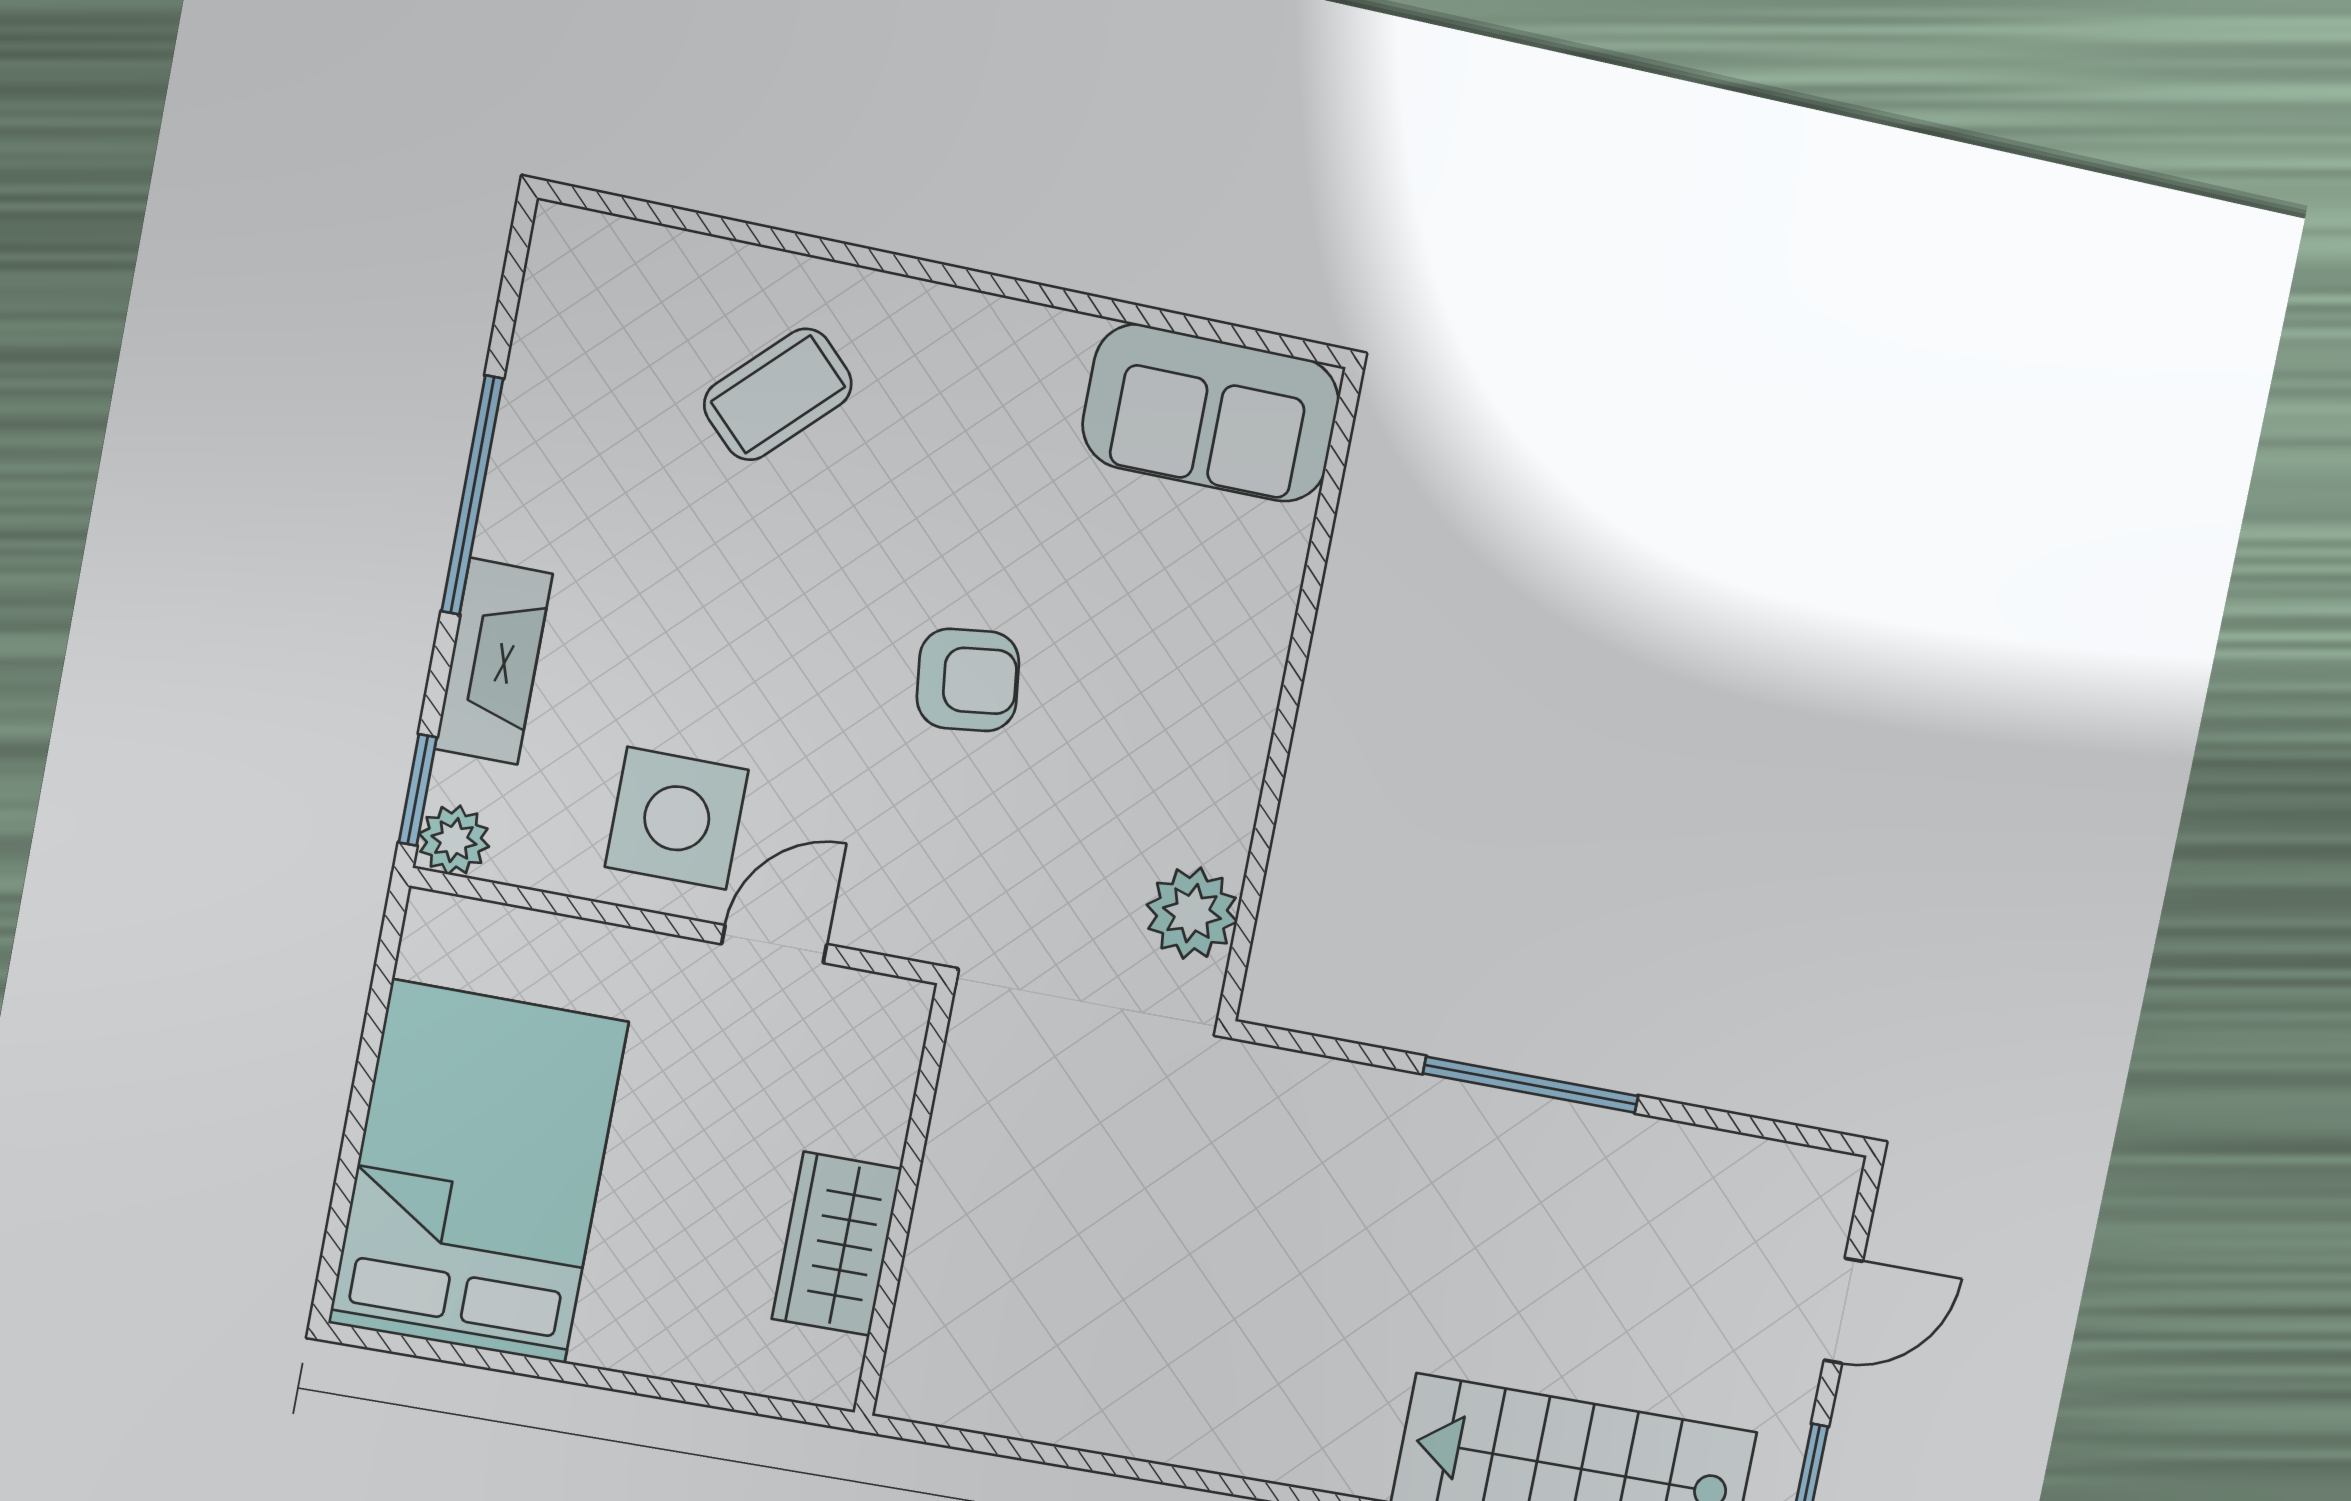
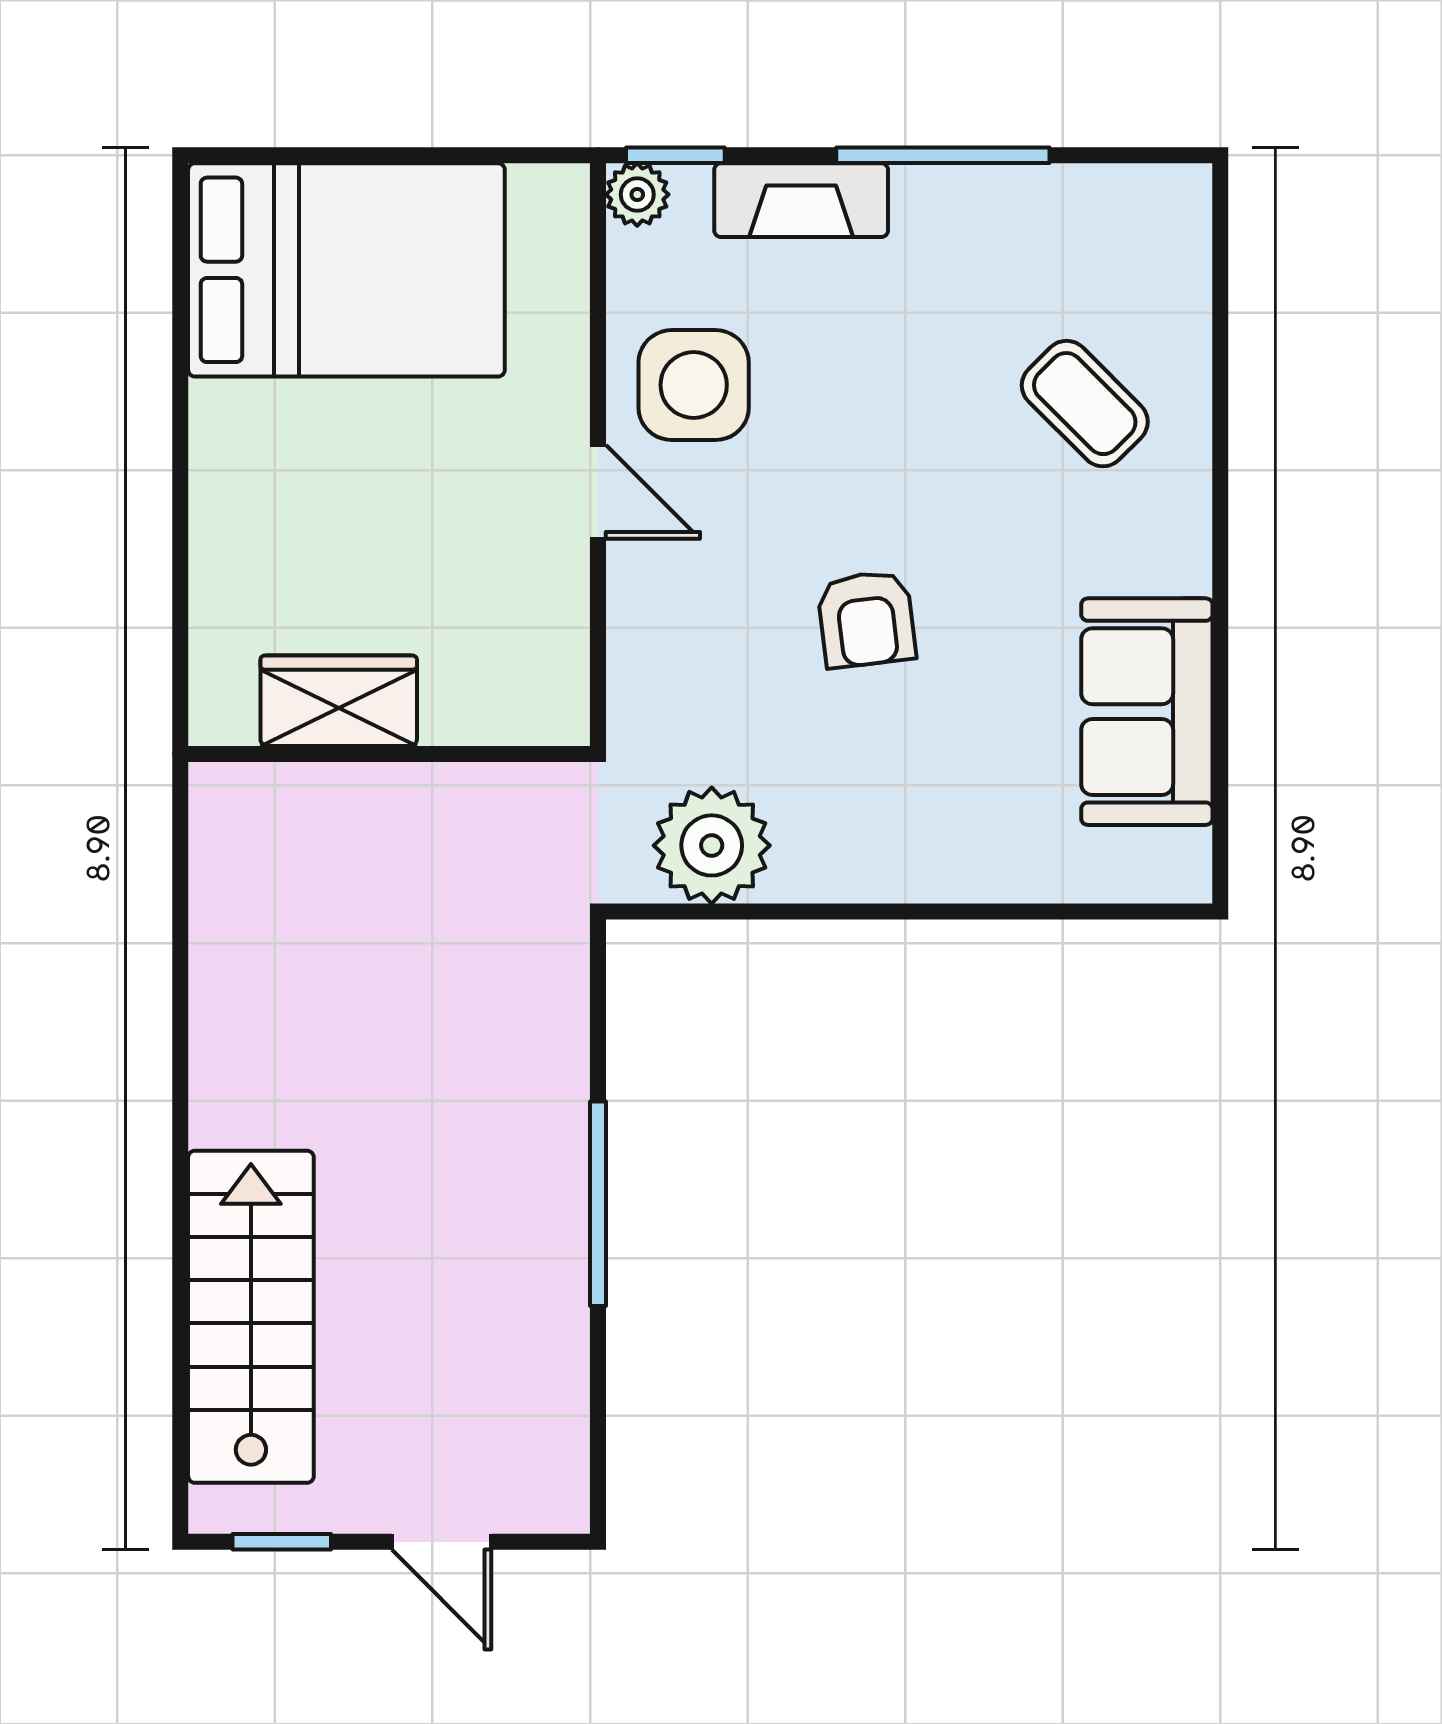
sofa: (1211, 413) -> (1147, 712), moved
plant: (1192, 913) -> (712, 845), width x1.36, depth x1.36
wall: (904, 1200) -> (389, 754), moved
wardrobe: (837, 1244) -> (339, 701), moved

